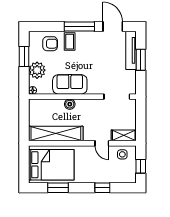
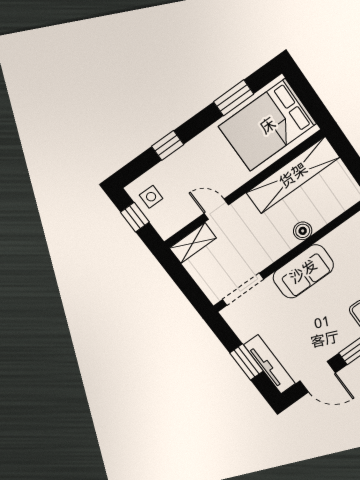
sofa: (70, 84) -> (303, 271), moved
side table: (122, 154) -> (151, 197), moved

